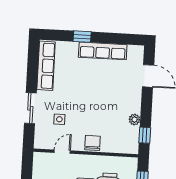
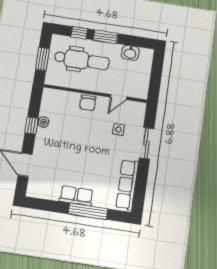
window: (82, 37) -> (88, 211), width x2.17
row of seats: (103, 51) -> (76, 196), width x0.68
window: (145, 135) -> (32, 125), moved

